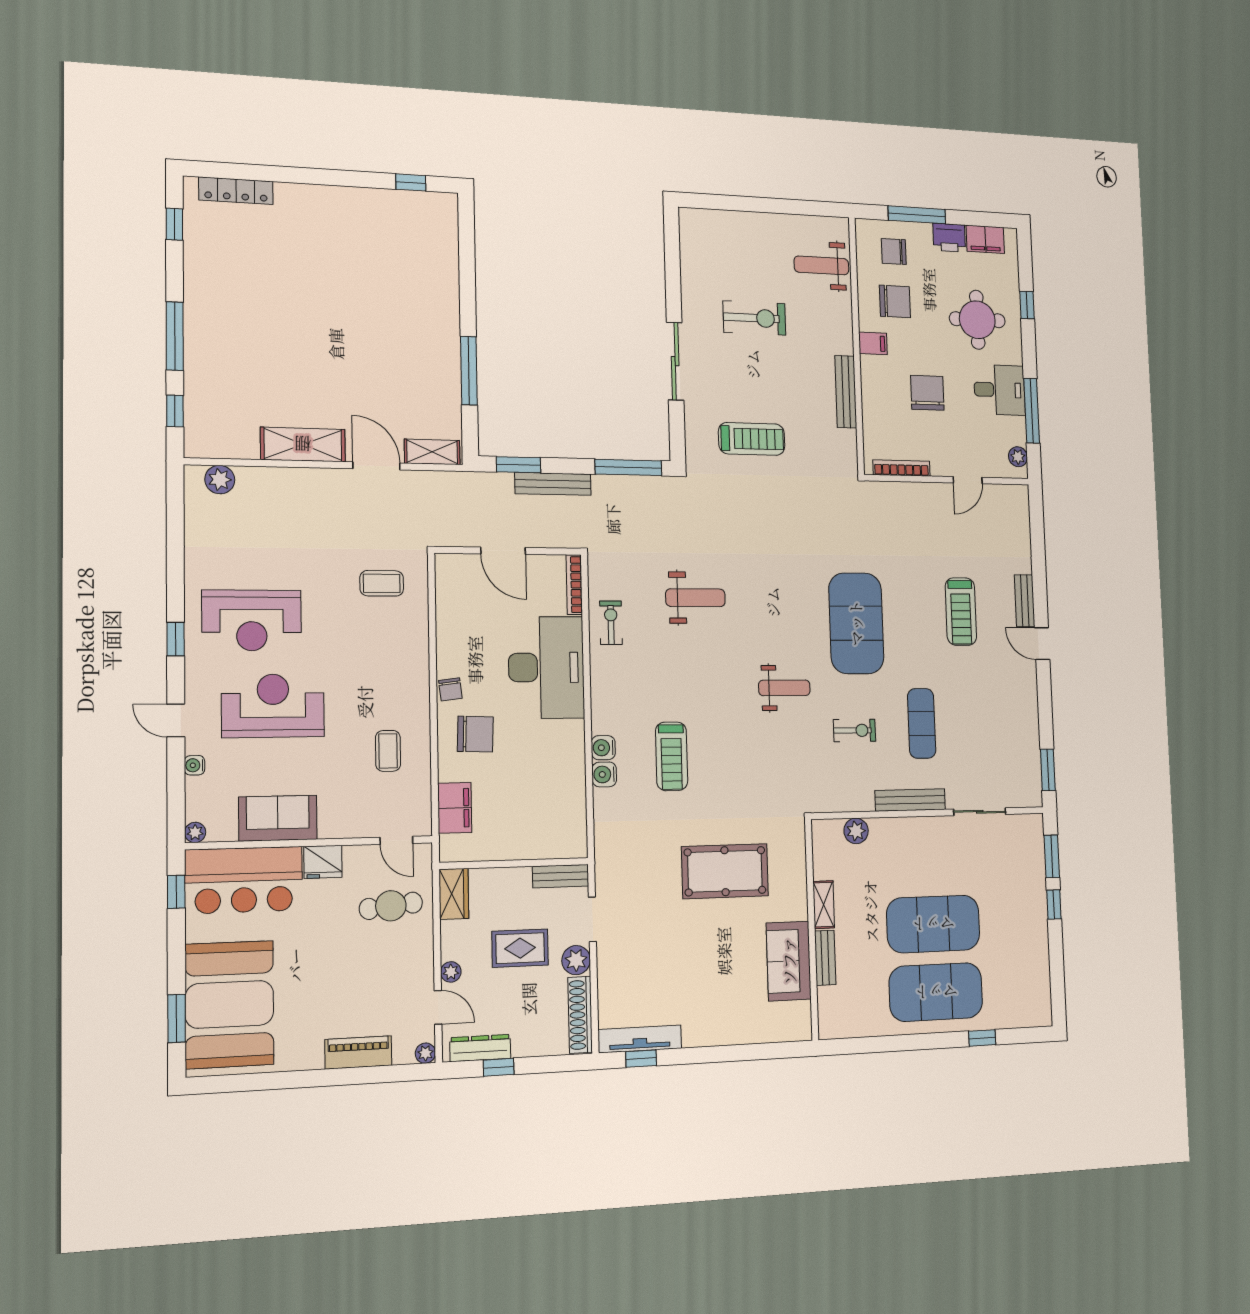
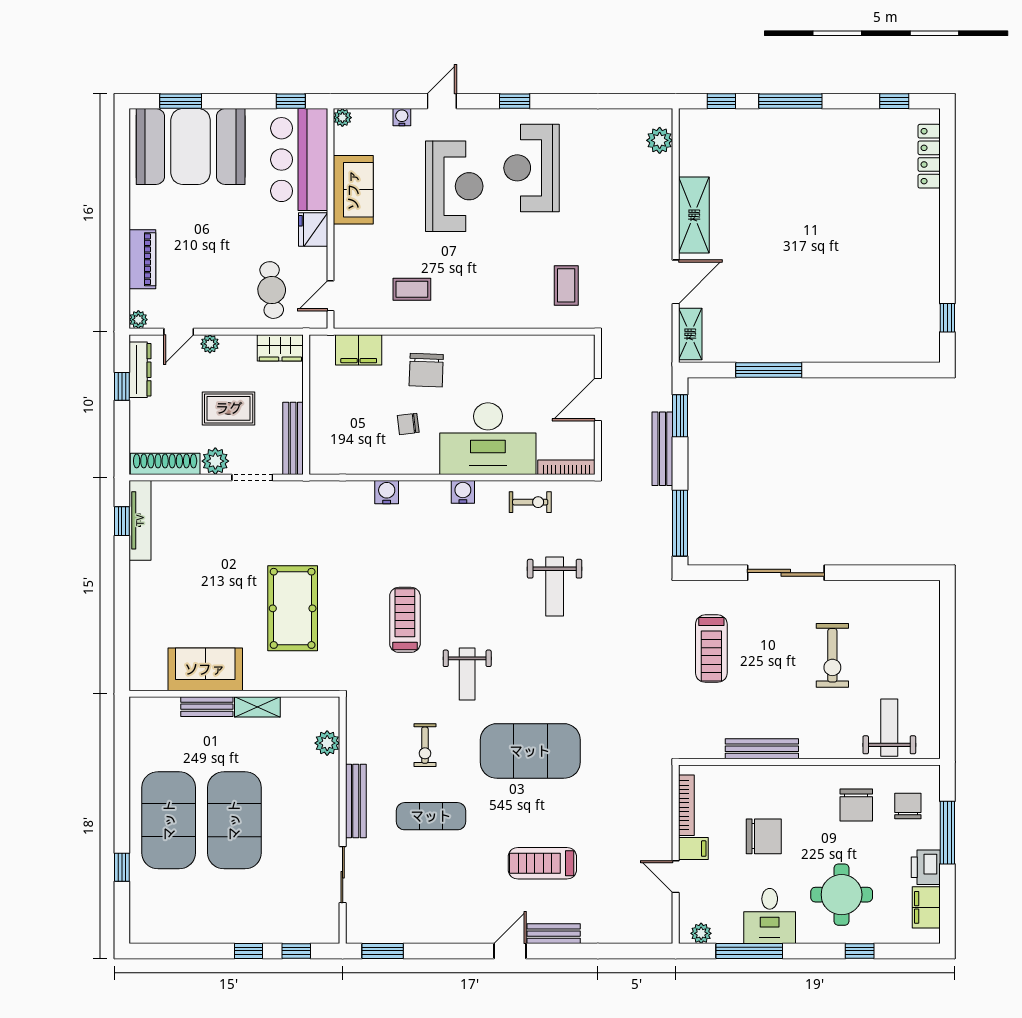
filing cabinet: (873, 343) -> (693, 849), moved, turned -90
chair: (450, 689) -> (408, 424), moved
water cooler: (603, 748) -> (463, 492), moved
treadmill: (672, 756) -> (405, 620), moved, turned 90
window: (1052, 856) -> (296, 951), width x0.67
bench: (561, 876) -> (293, 438), width x1.36
rug: (520, 948) -> (229, 408), turned 90

